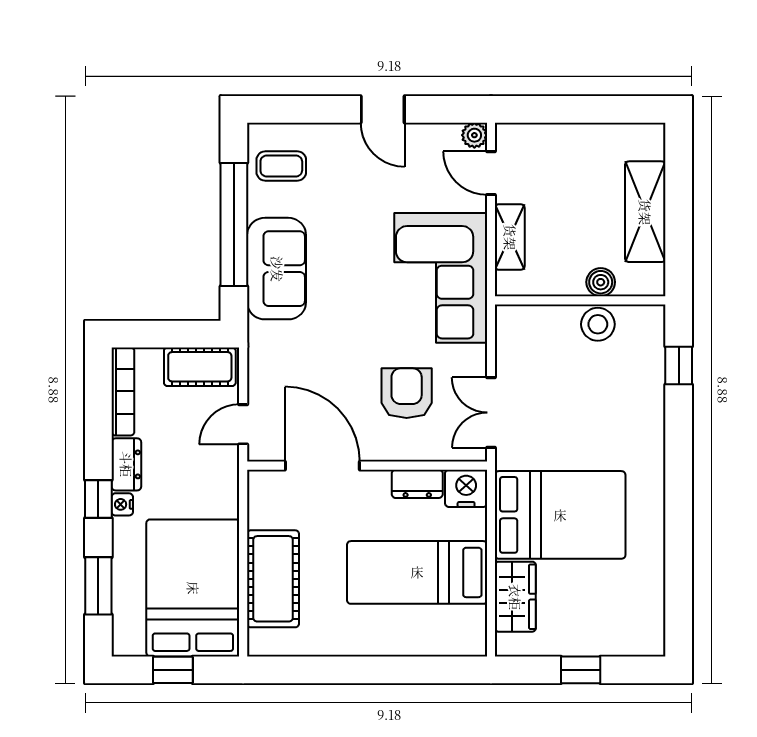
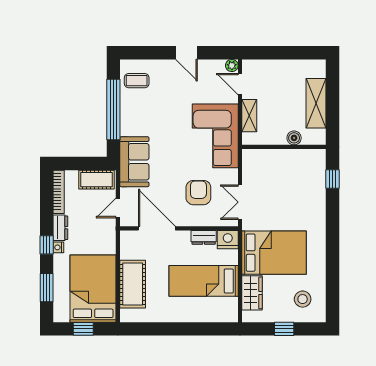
sofa: (277, 269) -> (134, 162), moved
stool: (598, 324) -> (303, 299), moved

